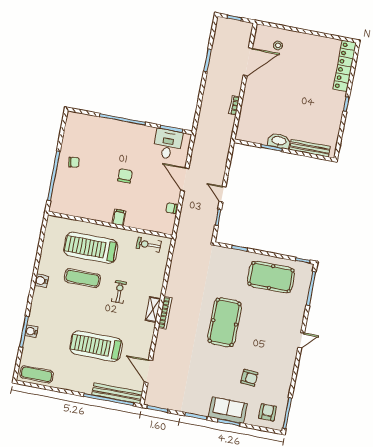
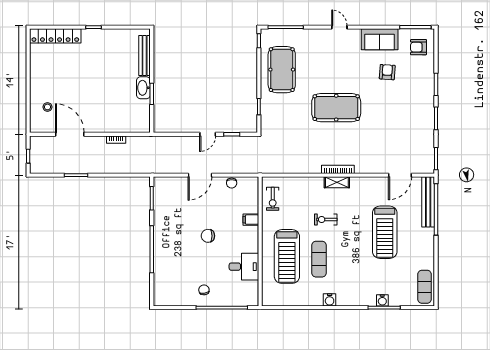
desk: (168, 144) -> (244, 267), moved, turned 180
filing cabinet: (119, 217) -> (251, 220), moved
sofa: (228, 410) -> (380, 39), moved, turned -90

